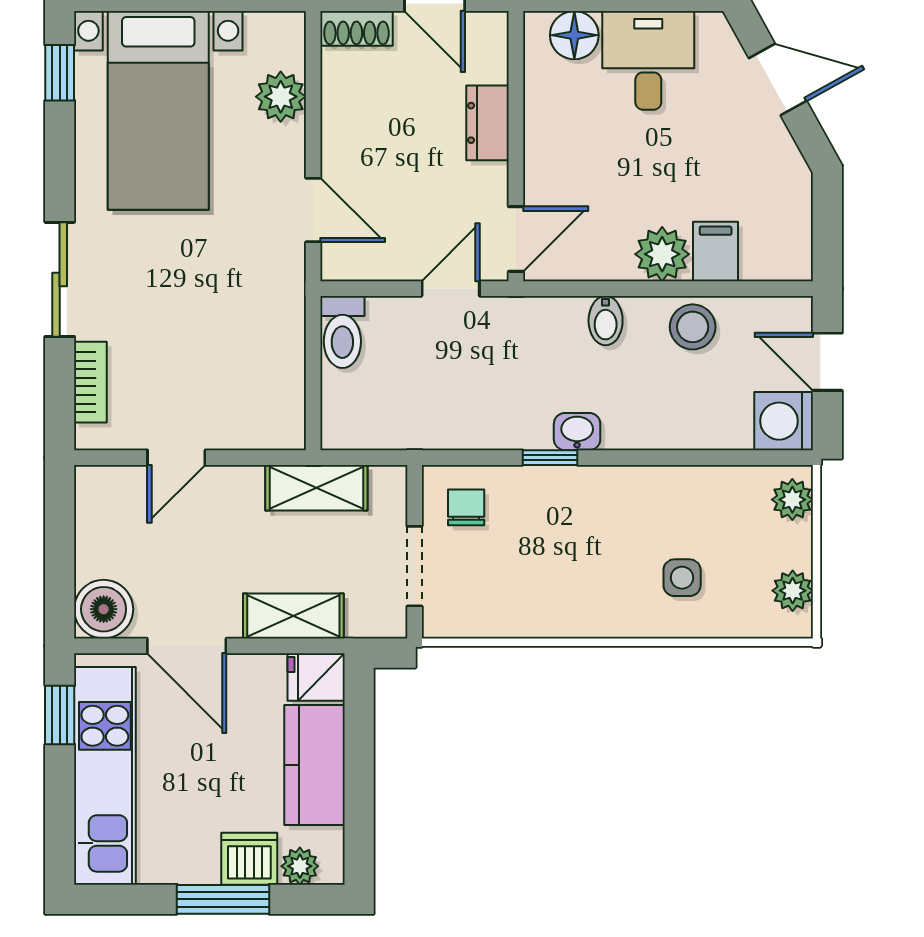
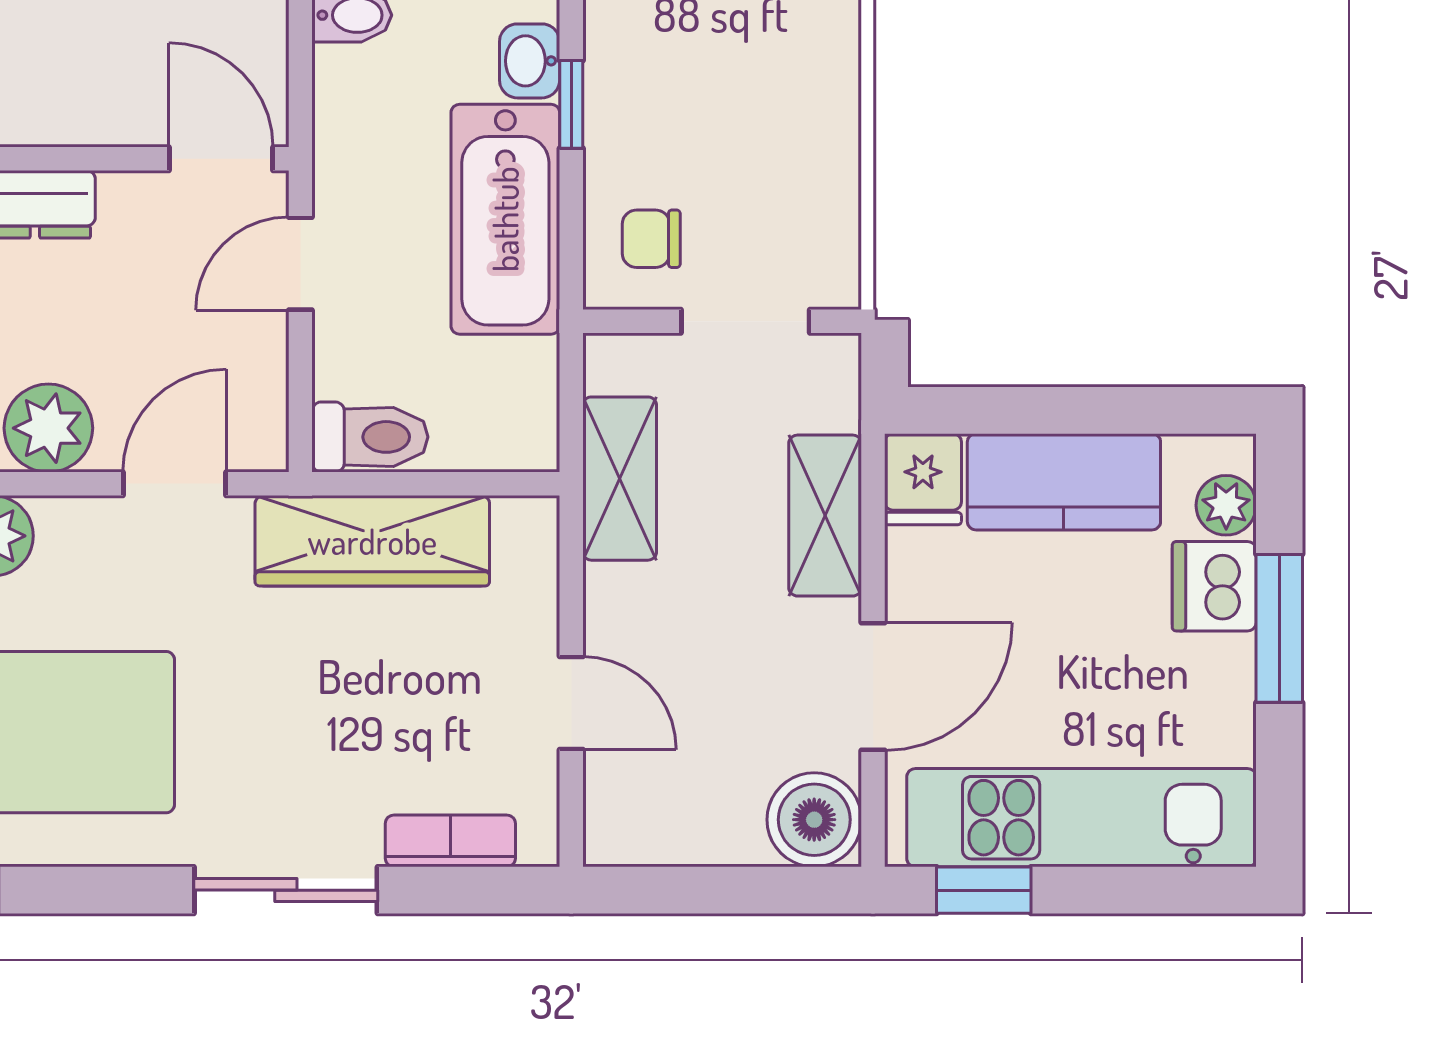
plant: (348, 131) -> (48, 428), added
door: (451, 289) -> (300, 264), hinge flipped
wardrobe: (278, 333) -> (372, 541), added
bathtub: (478, 416) -> (505, 219), added

